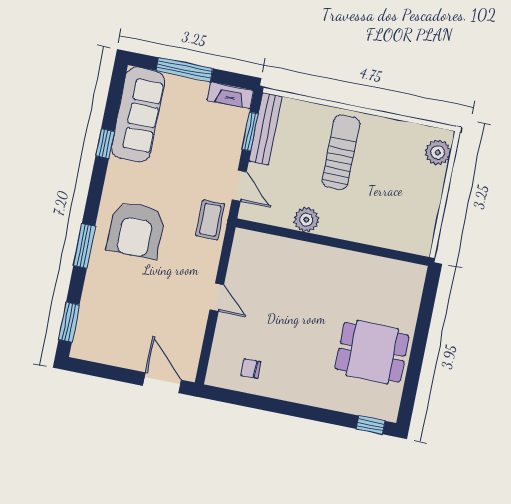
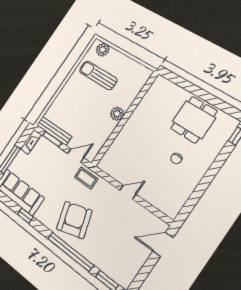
sun lounger: (341, 152) -> (98, 75), moved
plant: (306, 220) -> (117, 114), moved
armchair: (136, 230) -> (74, 220), turned -107
window: (84, 246) -> (70, 252), width x2.11
chair: (251, 368) -> (176, 159), moved

